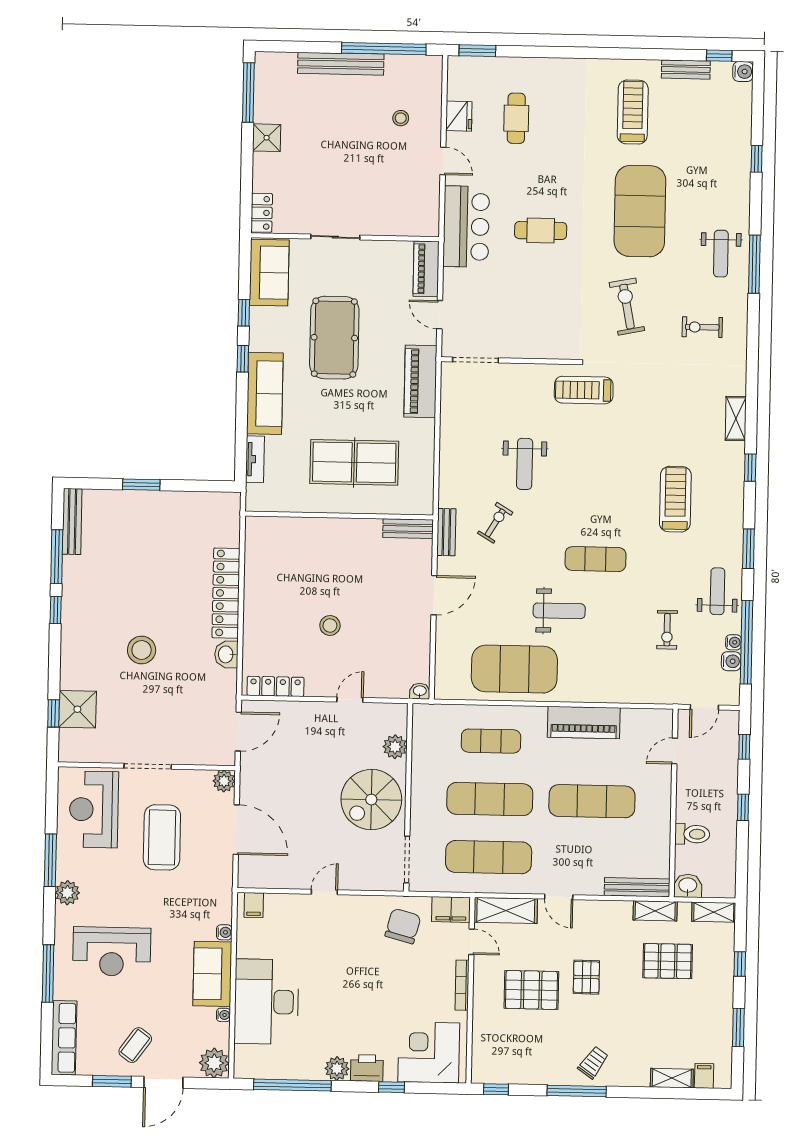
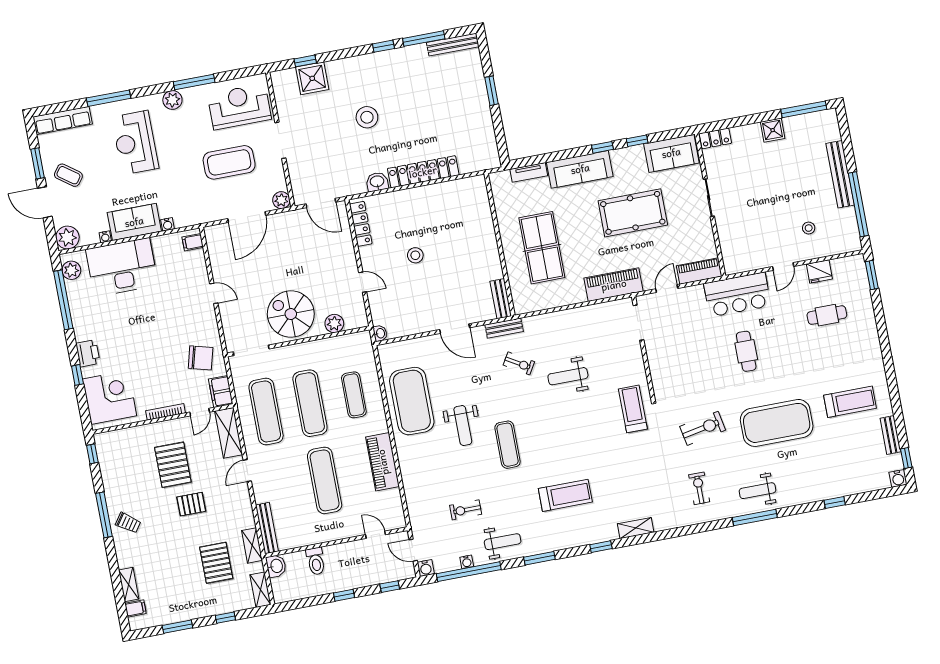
water cooler: (731, 661) -> (426, 568), moved
plant: (337, 1069) -> (71, 270), moved

